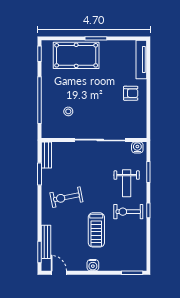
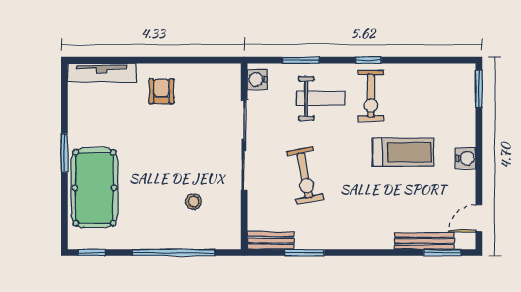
exercise bike: (66, 197) -> (305, 175), moved

